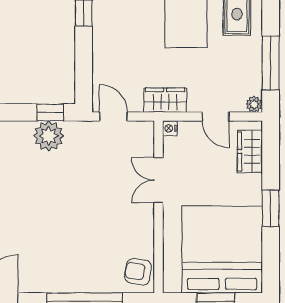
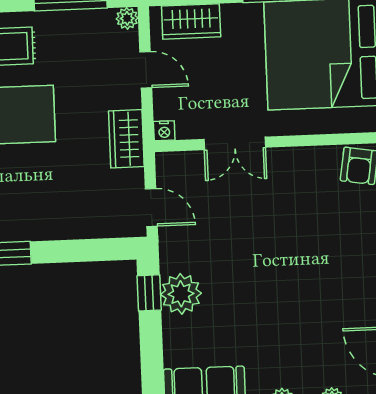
door: (113, 117) -> (151, 207), swing flipped
door: (216, 117) -> (146, 70), hinge flipped

